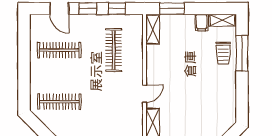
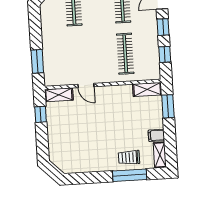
clothes rail: (114, 50) -> (125, 54), turned 90

